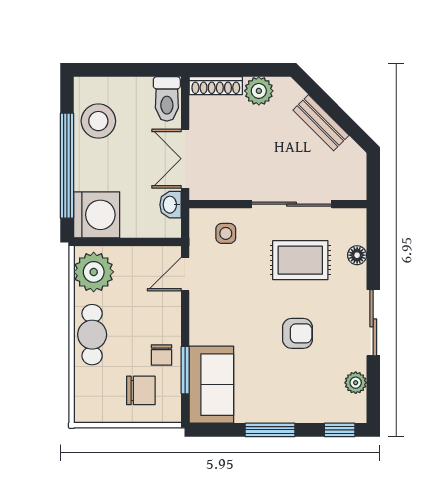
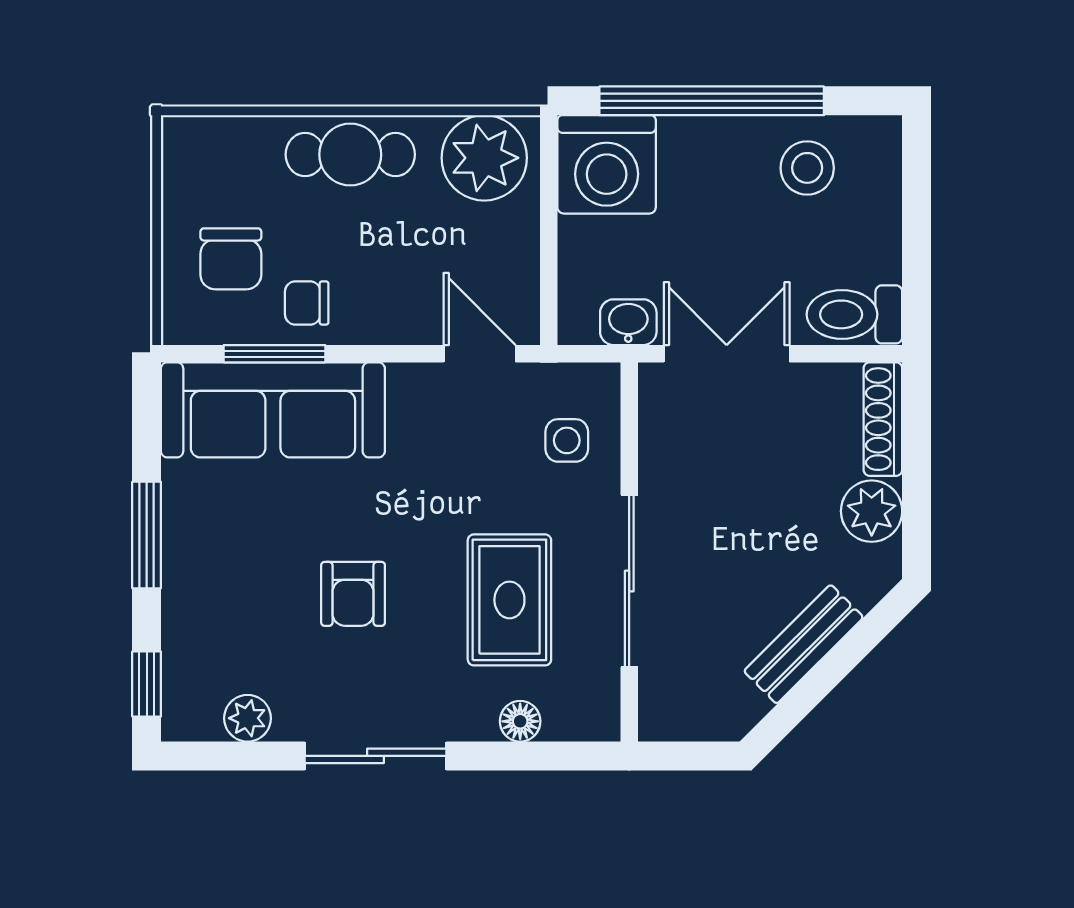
stool: (98, 121) -> (807, 168), width x0.73, depth x0.73
sofa: (211, 385) -> (273, 410), width x1.36

